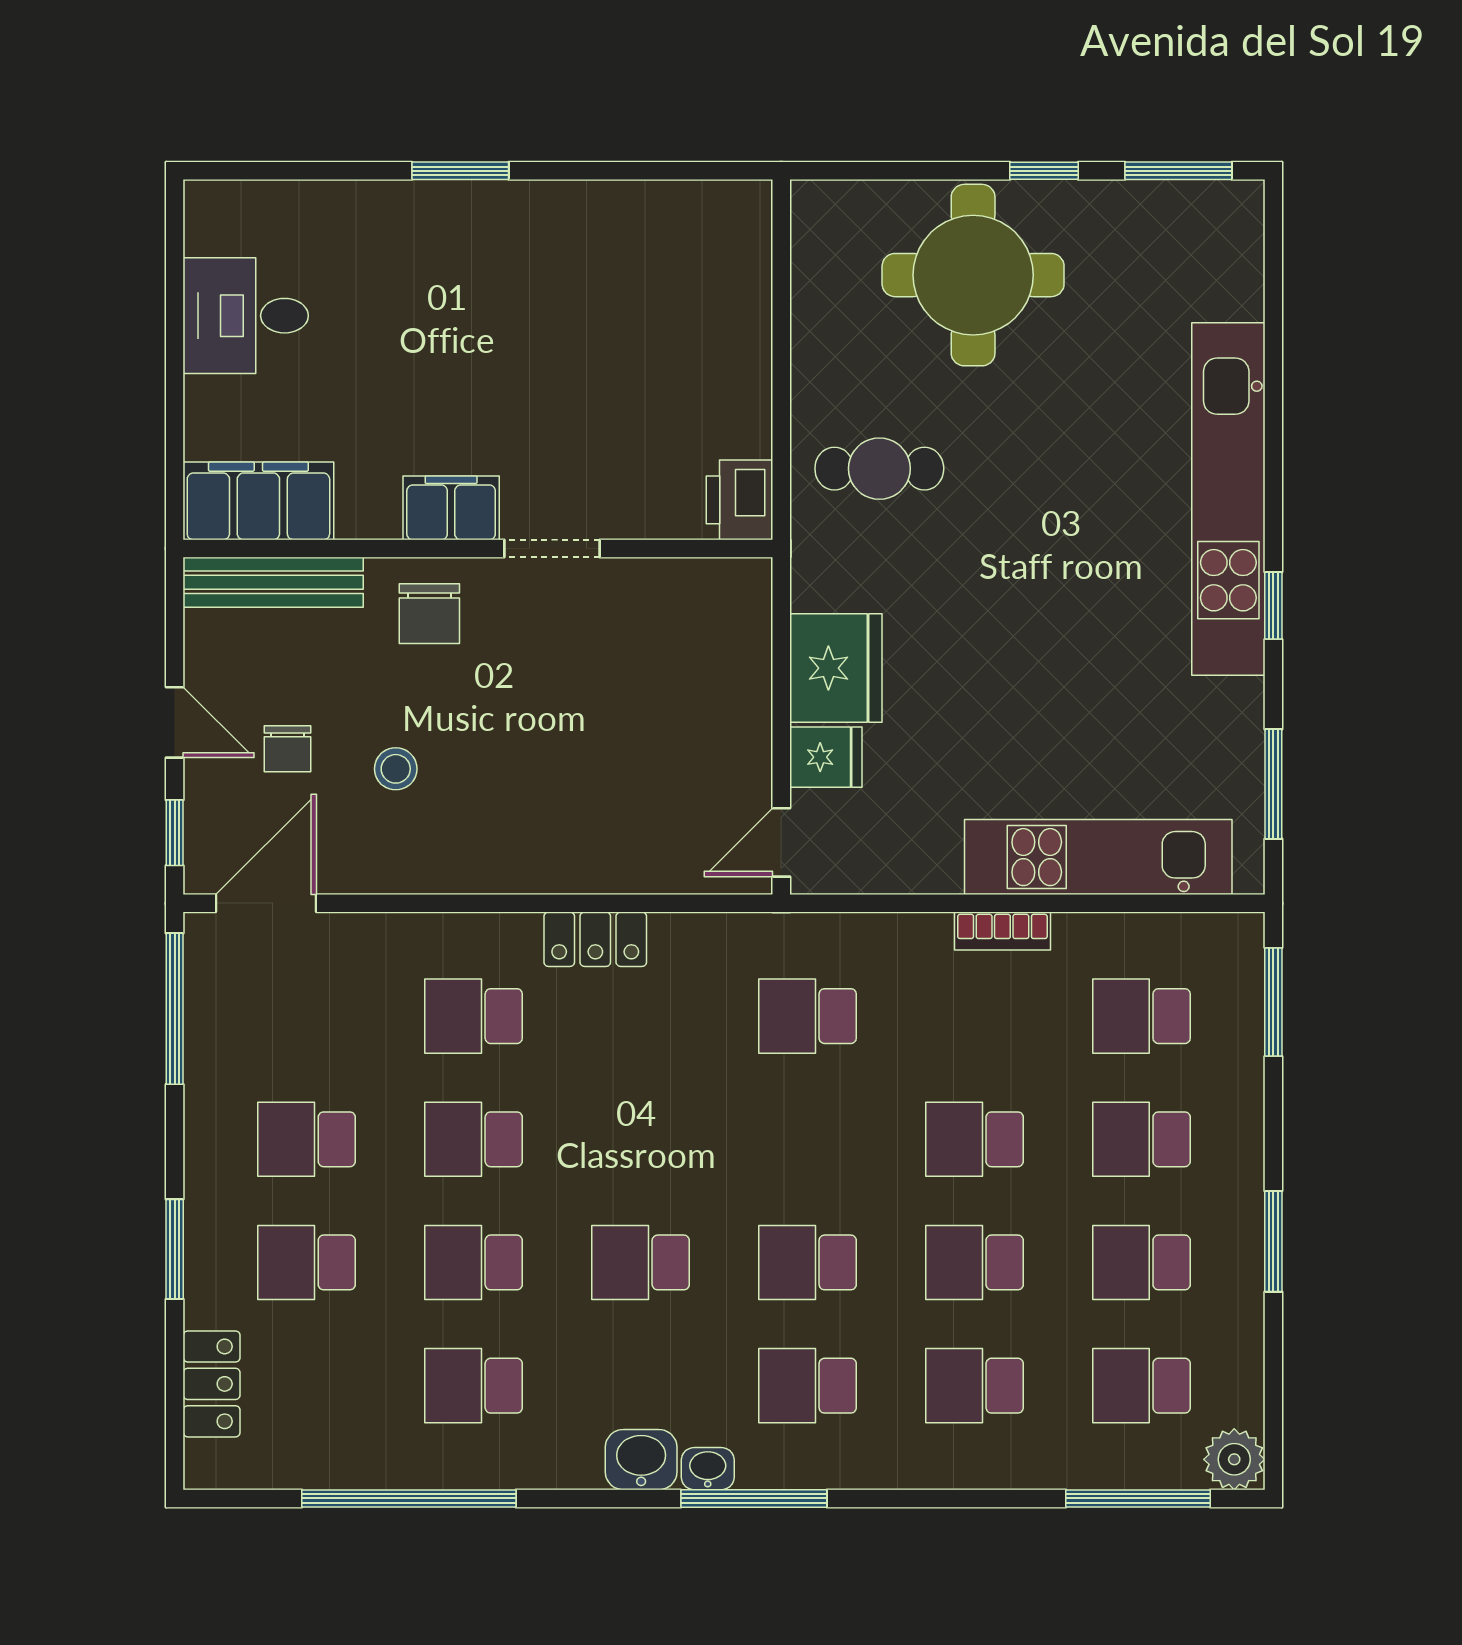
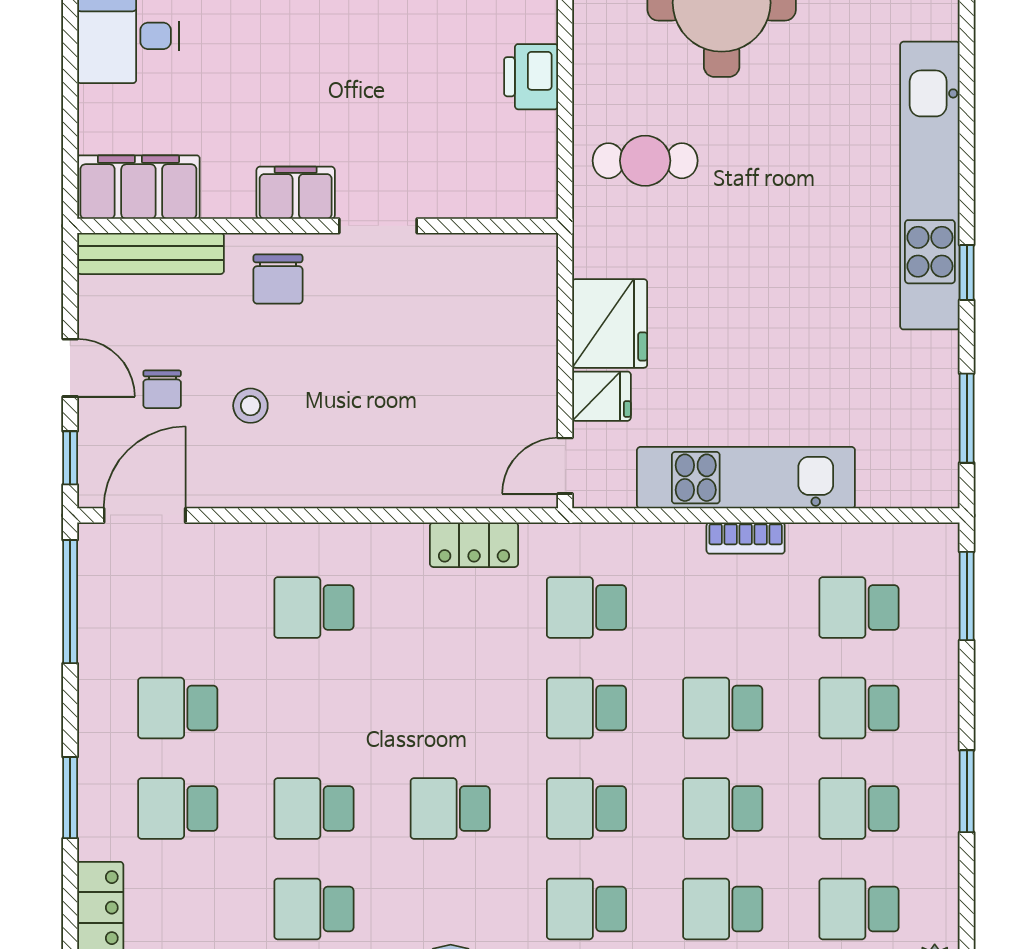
printer: (740, 500) -> (531, 77), moved
kitchen unit: (1098, 857) -> (746, 478), moved
locker: (595, 939) -> (474, 545), moved
school desk: (474, 1139) -> (587, 708), moved

